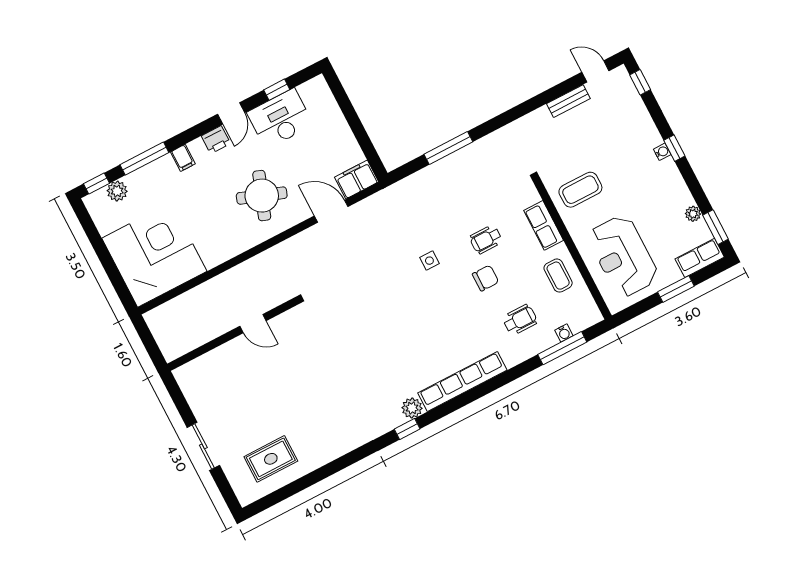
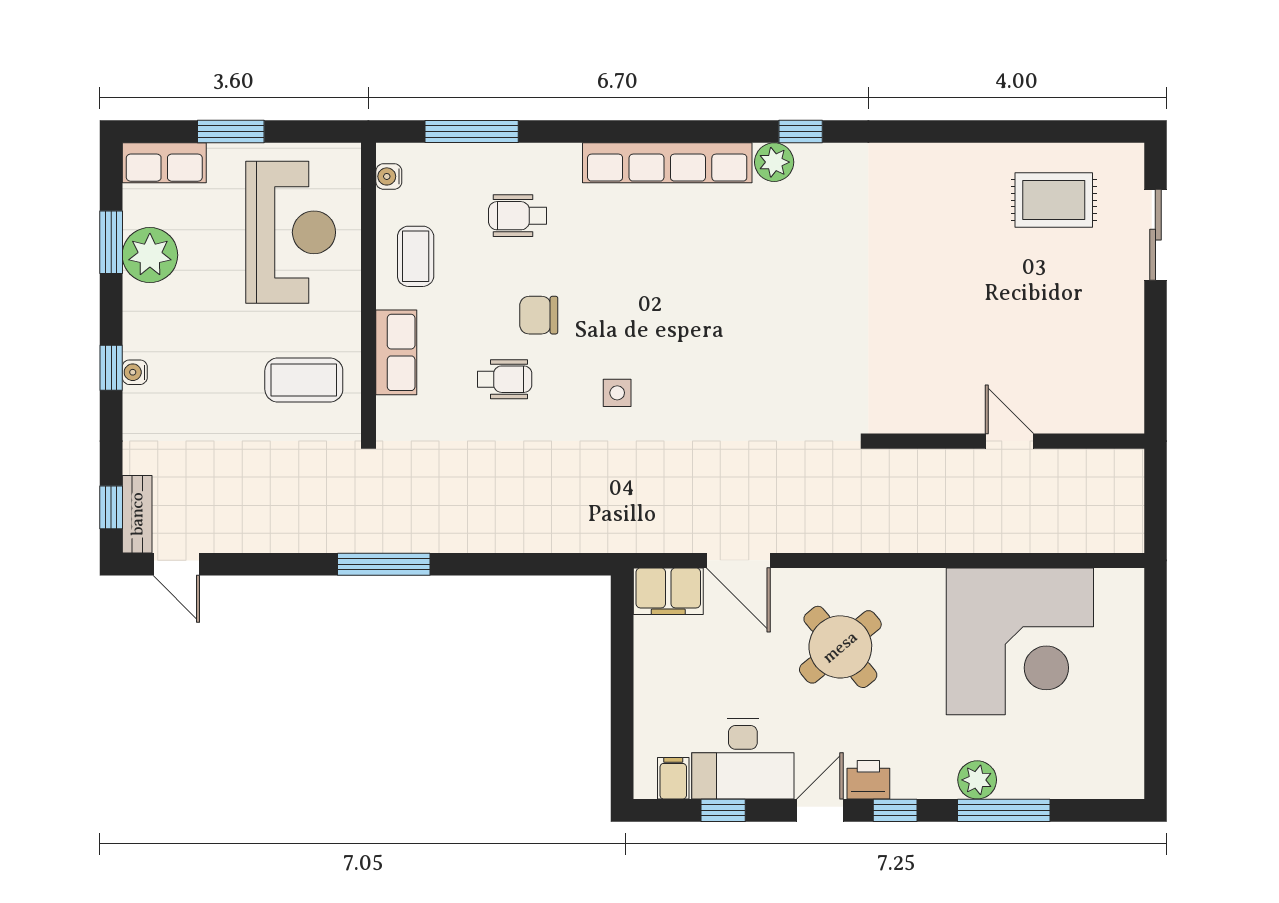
bench: (568, 101) -> (137, 514), moved, turned 90
window: (448, 148) -> (384, 564), moved
filing cabinet: (183, 158) -> (673, 778), moved
window: (96, 184) -> (895, 810), moved
plant: (117, 191) -> (977, 780), moved
round table: (262, 196) -> (840, 647), turned 30
plant: (693, 214) -> (150, 255), width x1.88, depth x1.88
window: (716, 227) -> (111, 242), moved
corner desk: (154, 255) -> (1020, 641), moved, turned -90
door: (253, 324) -> (1009, 441), moved
water cooler: (564, 333) -> (389, 176), moved, turned -90
sliding door: (203, 446) -> (1155, 235), moved

